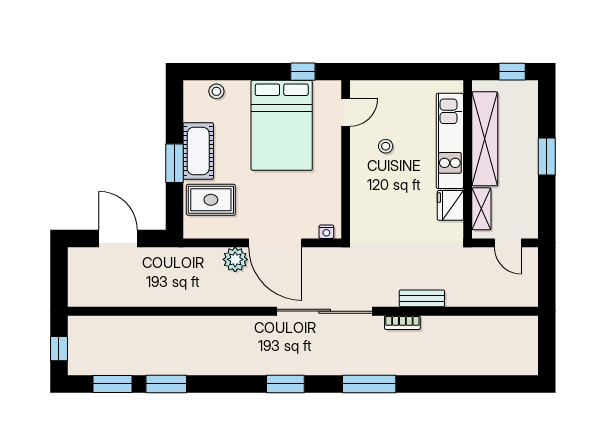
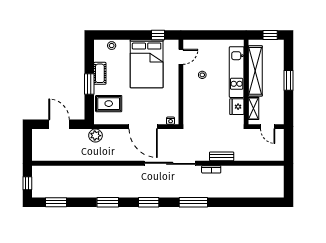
cot: (198, 151) -> (100, 73), width x0.73, depth x0.75
plant: (235, 259) -> (95, 136), moved
window: (166, 384) -> (108, 202), moved

